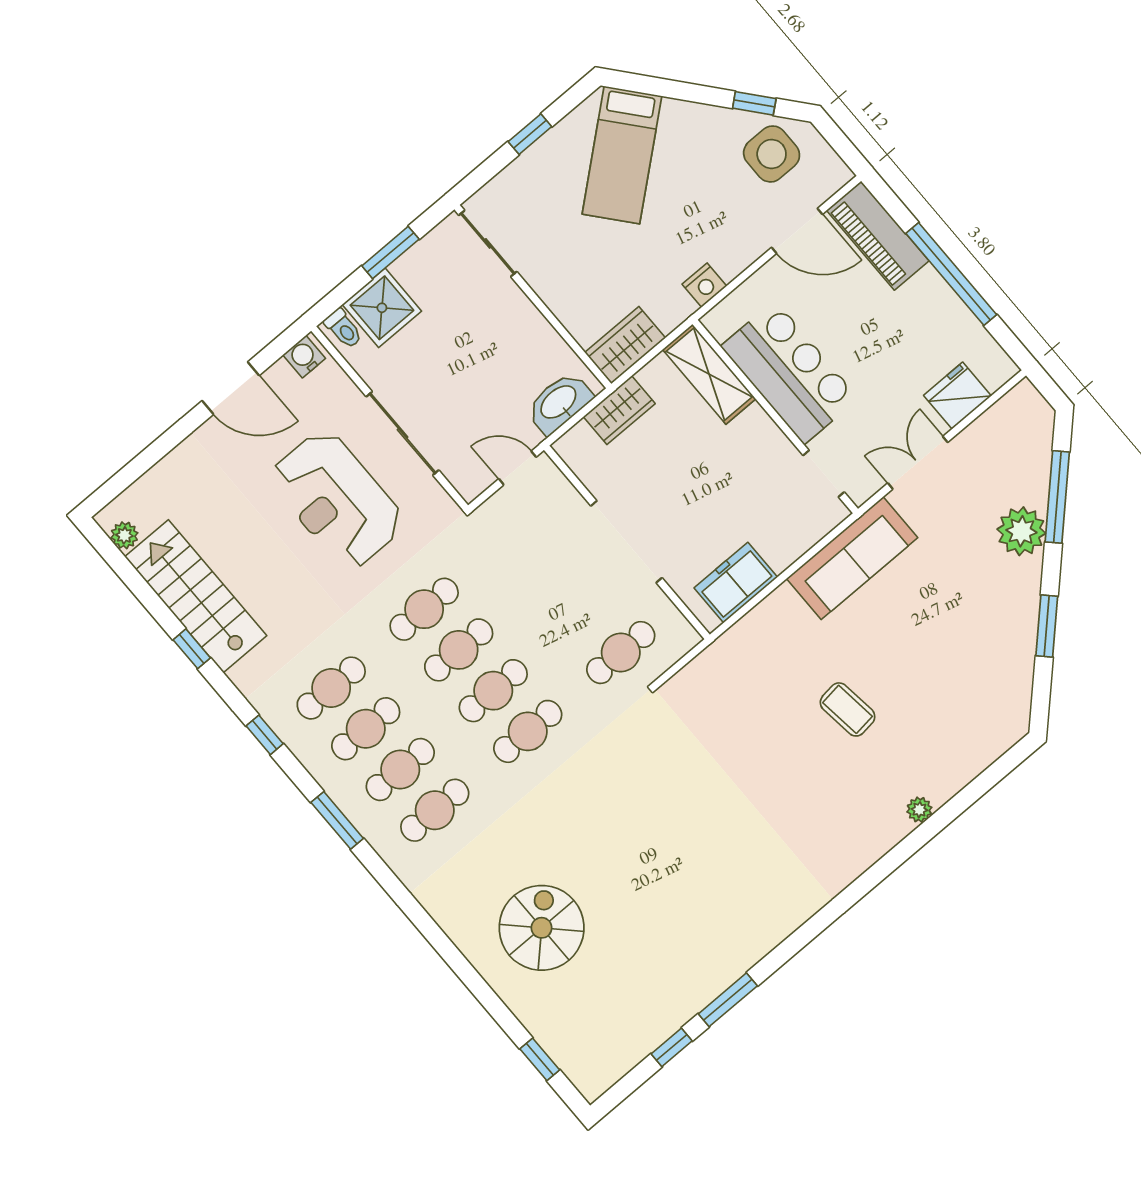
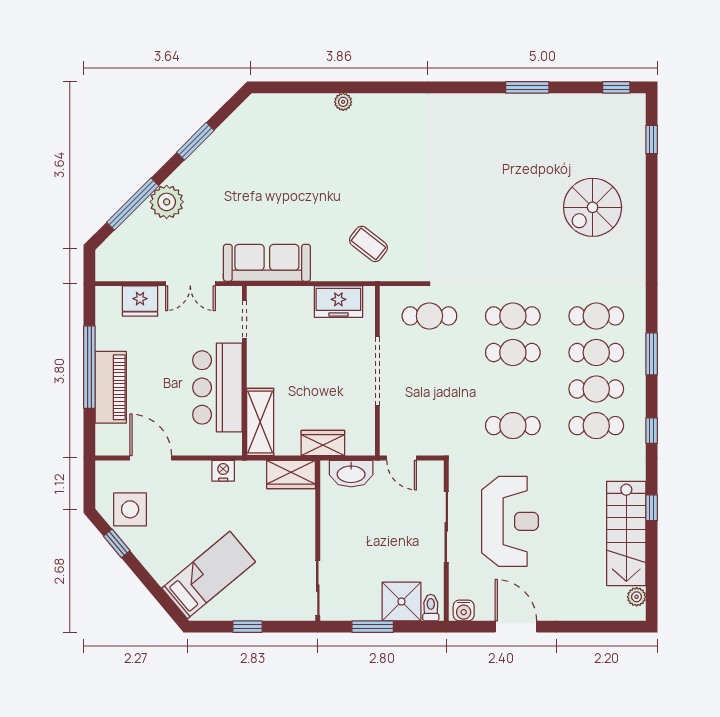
piano: (878, 236) -> (111, 387), moved
cafe table: (459, 650) -> (513, 389), removed
coffee table: (848, 709) -> (368, 244), moved, turned -45
window: (672, 1047) -> (616, 87), moved

